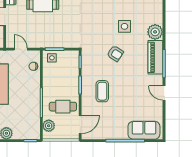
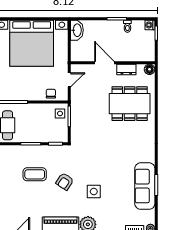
coffee table: (102, 91) -> (35, 174), moved

